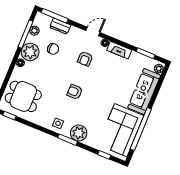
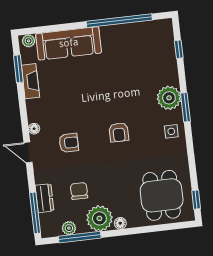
fireplace: (119, 50) -> (30, 81), moved
corner sofa: (121, 130) -> (135, 46), removed

